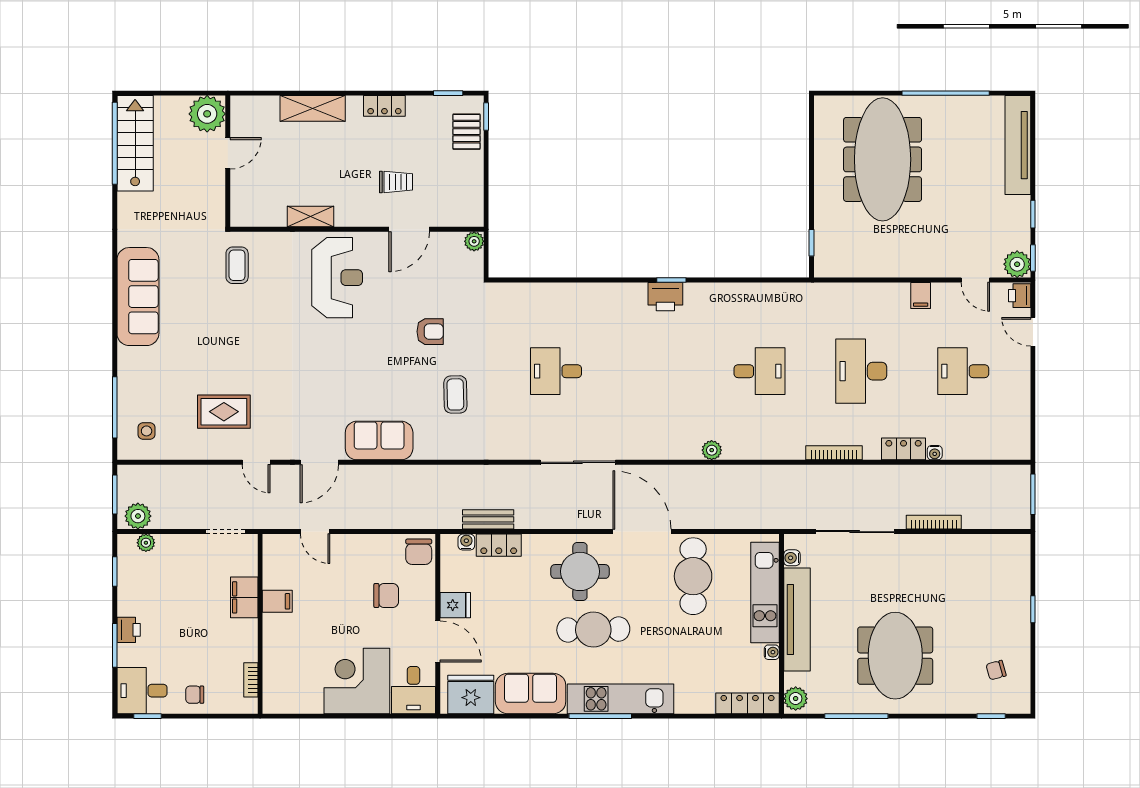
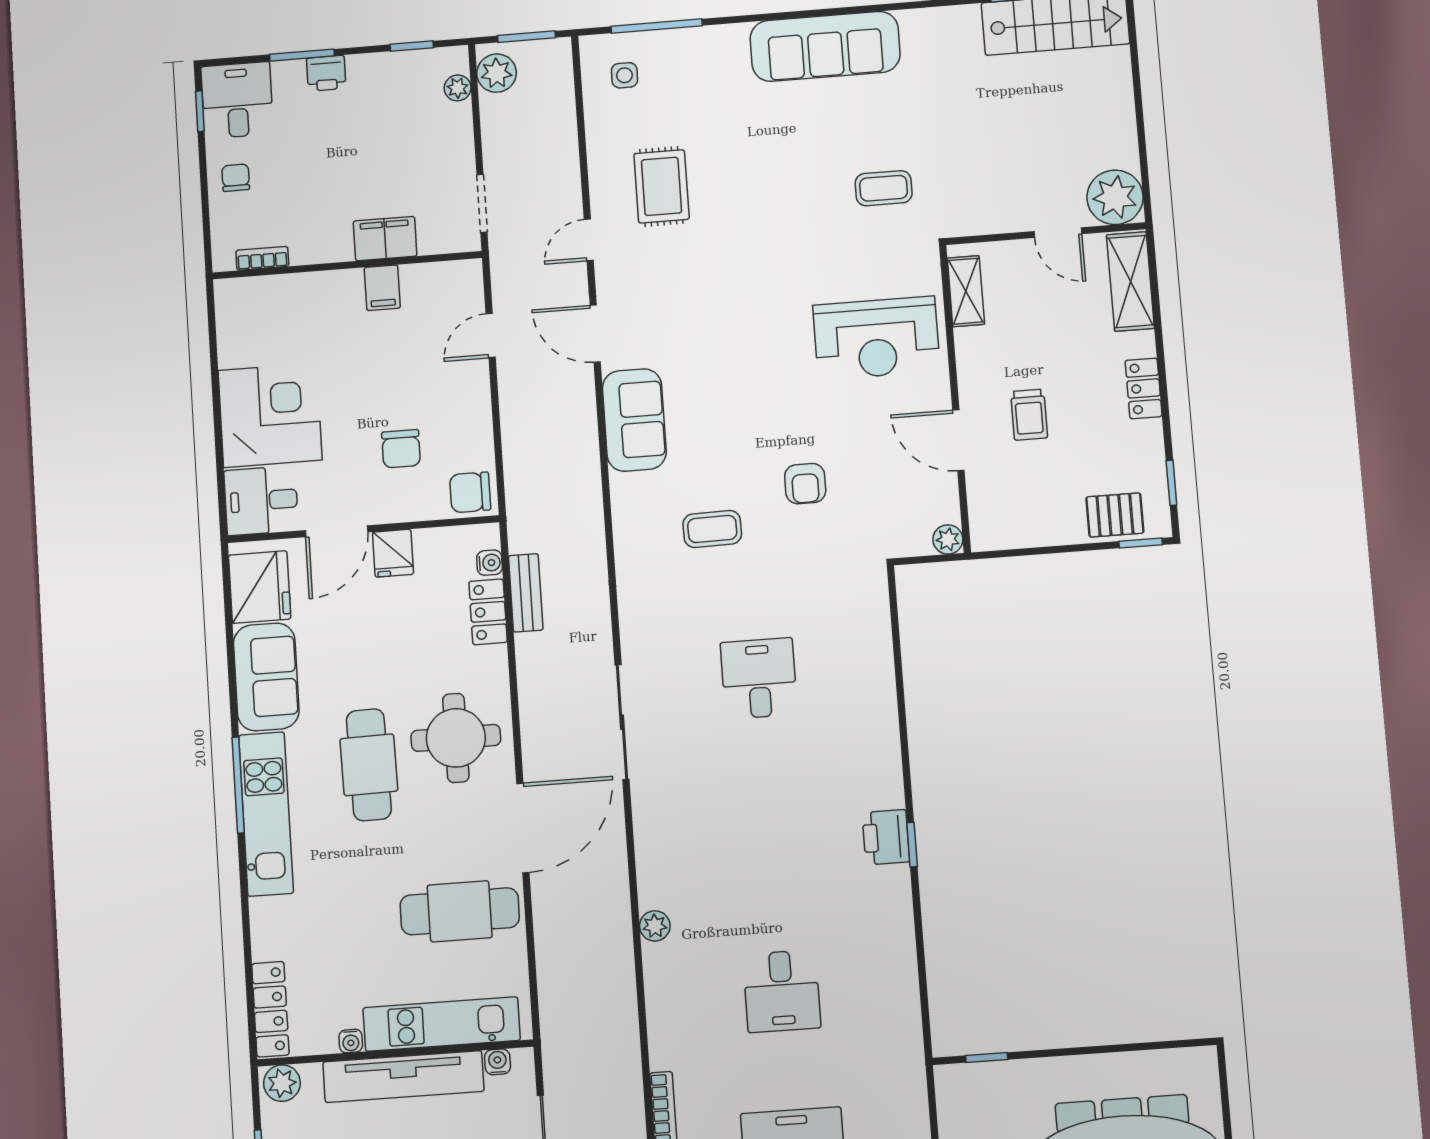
plant: (207, 114) -> (1115, 197), moved
door: (228, 153) -> (1058, 233), moved
wall: (228, 161) -> (1046, 234), moved

